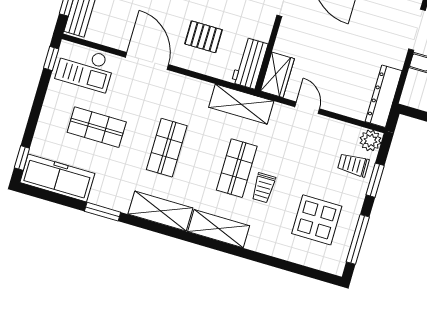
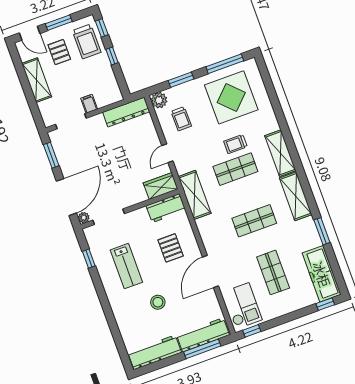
trolley: (353, 165) -> (181, 119), moved
trolley: (264, 188) -> (235, 144), turned 180
display table: (317, 220) -> (231, 97), width x1.36, depth x1.36

